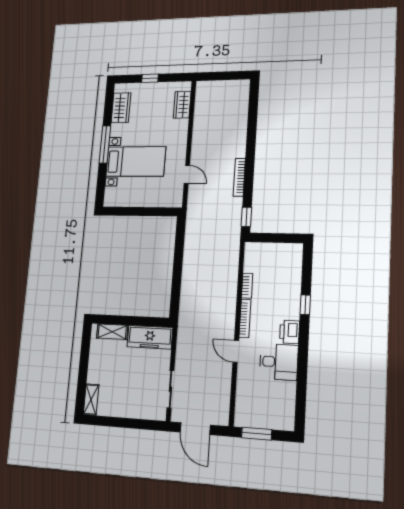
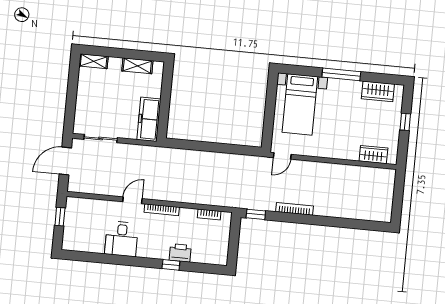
bed with nightstands: (136, 162) -> (300, 104), moved
door: (187, 174) -> (282, 156), moved
bookcase: (247, 286) -> (209, 214), moved
shelving: (112, 332) -> (137, 66), moved, turned 90
printer: (290, 332) -> (180, 253), moved
window: (257, 434) -> (60, 217), width x0.67

